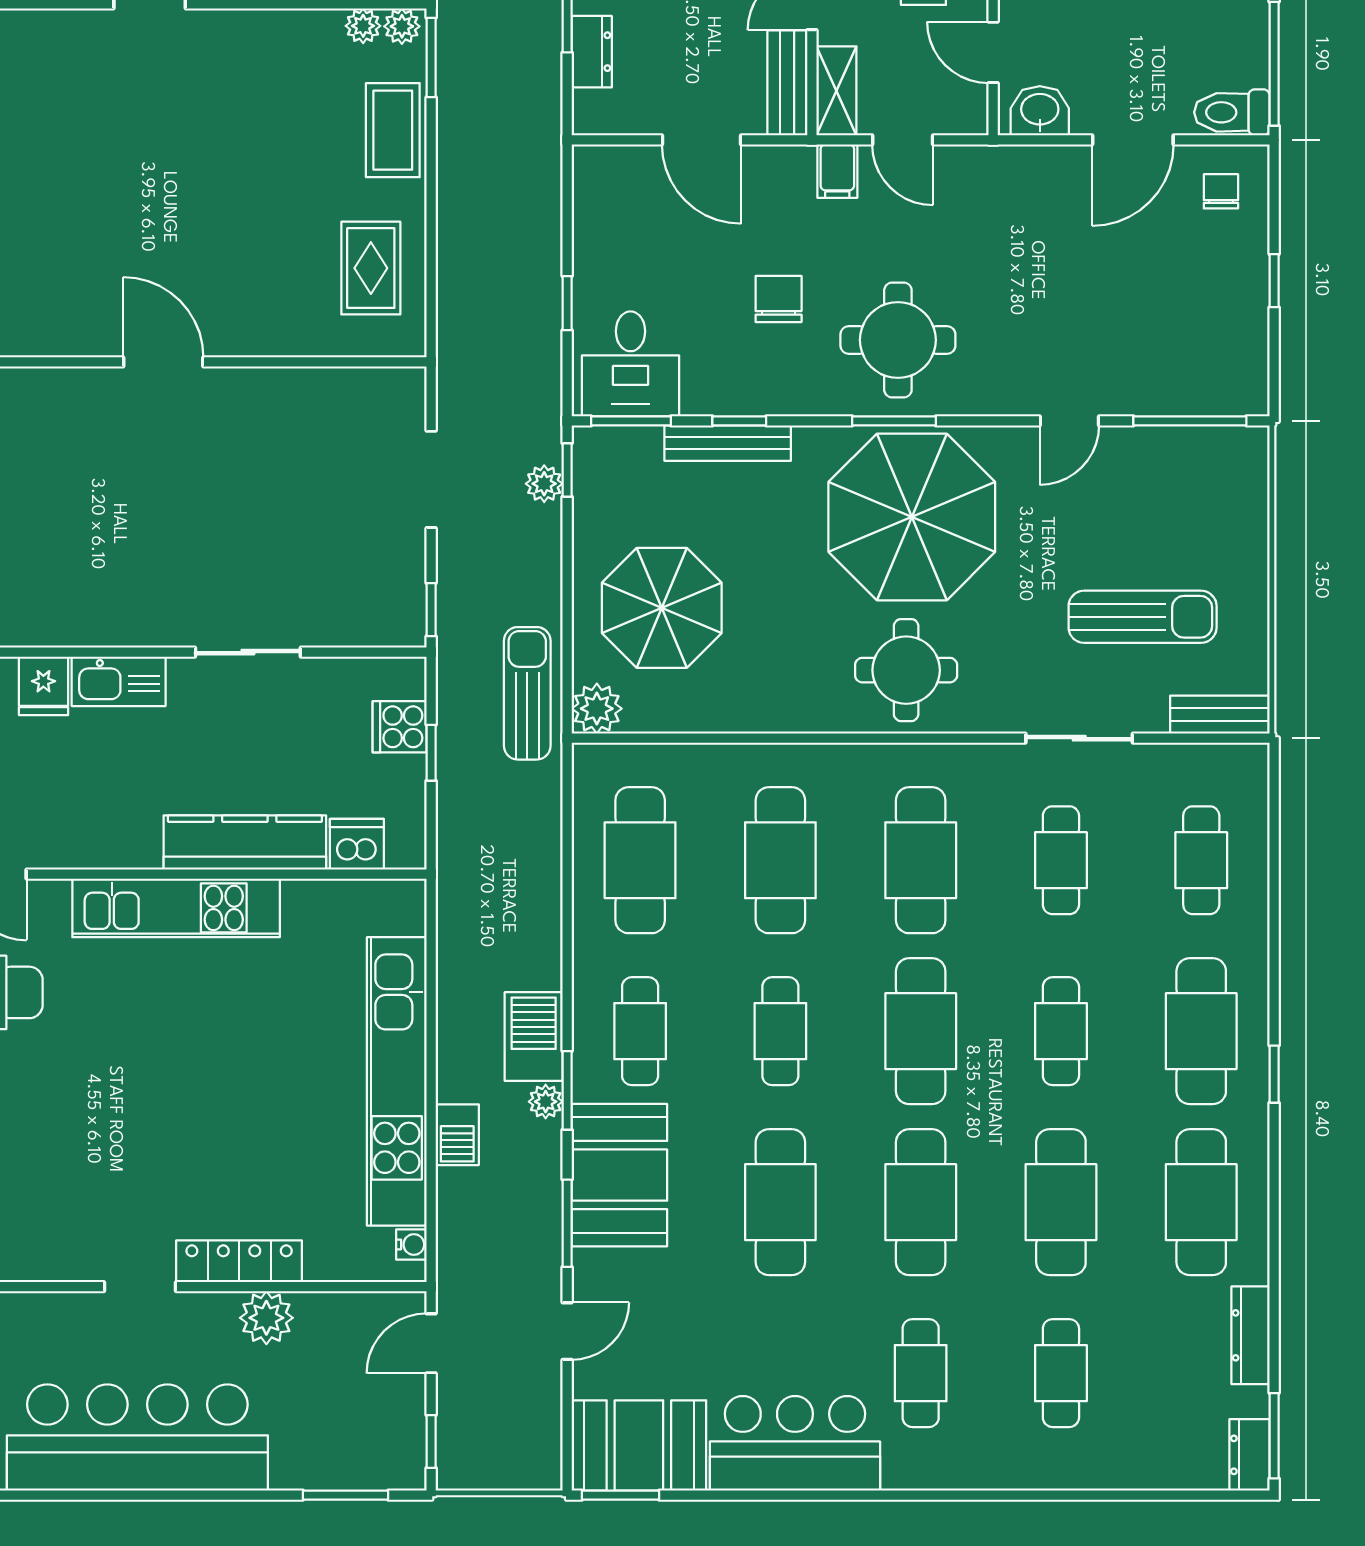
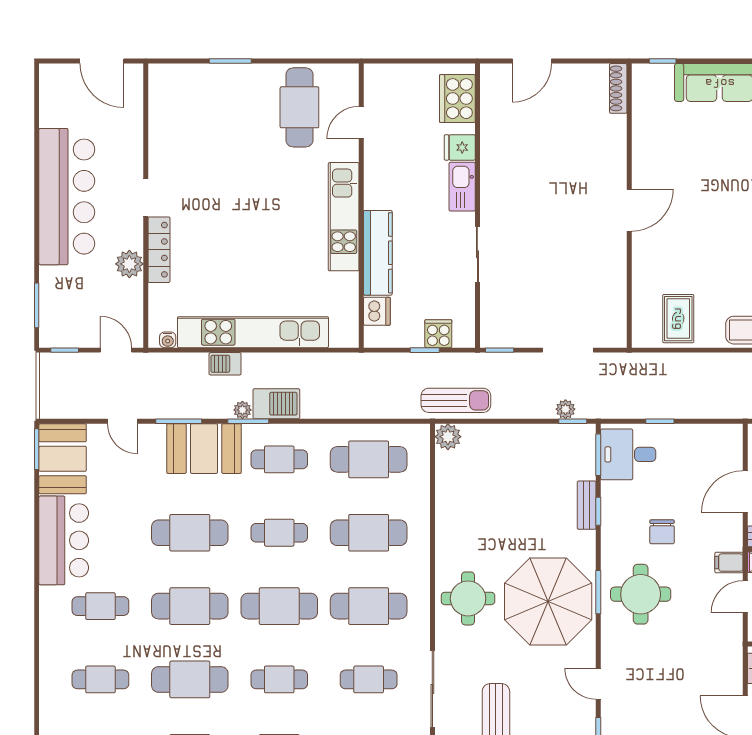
rug: (371, 268) -> (678, 319), turned 90
chair: (779, 299) -> (662, 532), turned 90
bench: (728, 443) -> (587, 505), width x0.73
parasol: (662, 608) -> (501, 471), removed
sliding door: (1079, 738) -> (432, 689), width x1.37

